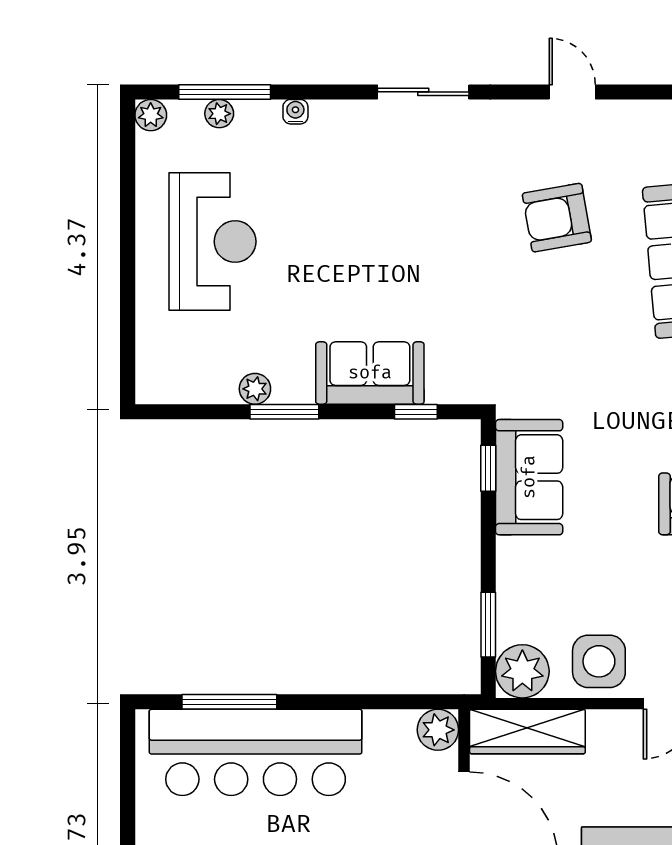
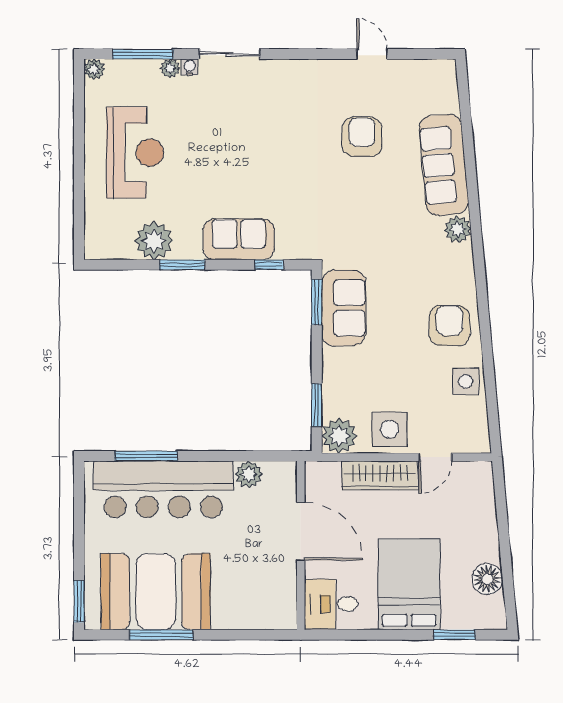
sliding door: (423, 92) -> (230, 54), moved
plant: (219, 114) -> (170, 68), moved
armchair: (557, 218) -> (362, 137), turned 100
plant: (255, 389) -> (154, 241), width x1.87, depth x1.87
window: (488, 468) -> (317, 302), width x1.50
plant: (438, 730) -> (249, 474), moved
wardrobe: (527, 732) -> (380, 476), moved

